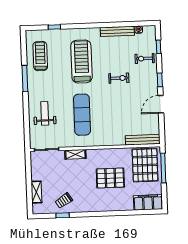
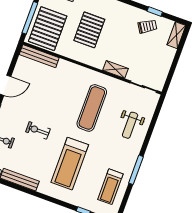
pallet: (110, 178) -> (89, 30), turned 90
shelving: (36, 192) -> (176, 35), moved

